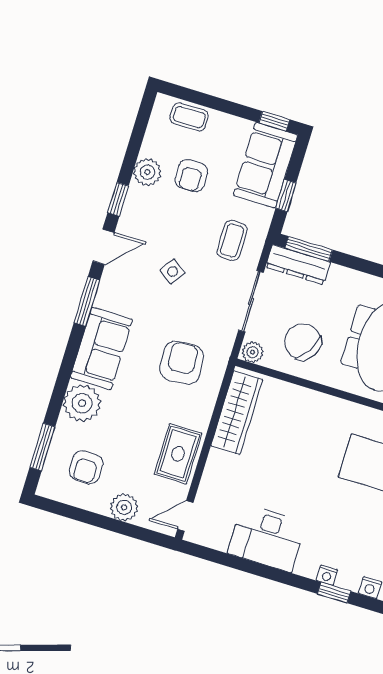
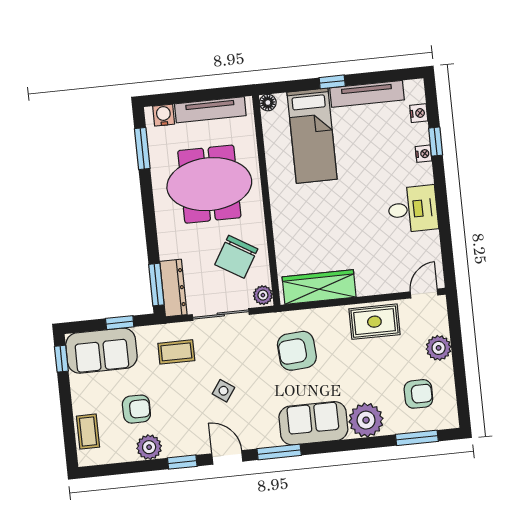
door: (185, 516) -> (424, 293), swing flipped
desk: (267, 538) -> (413, 209), width x0.73

